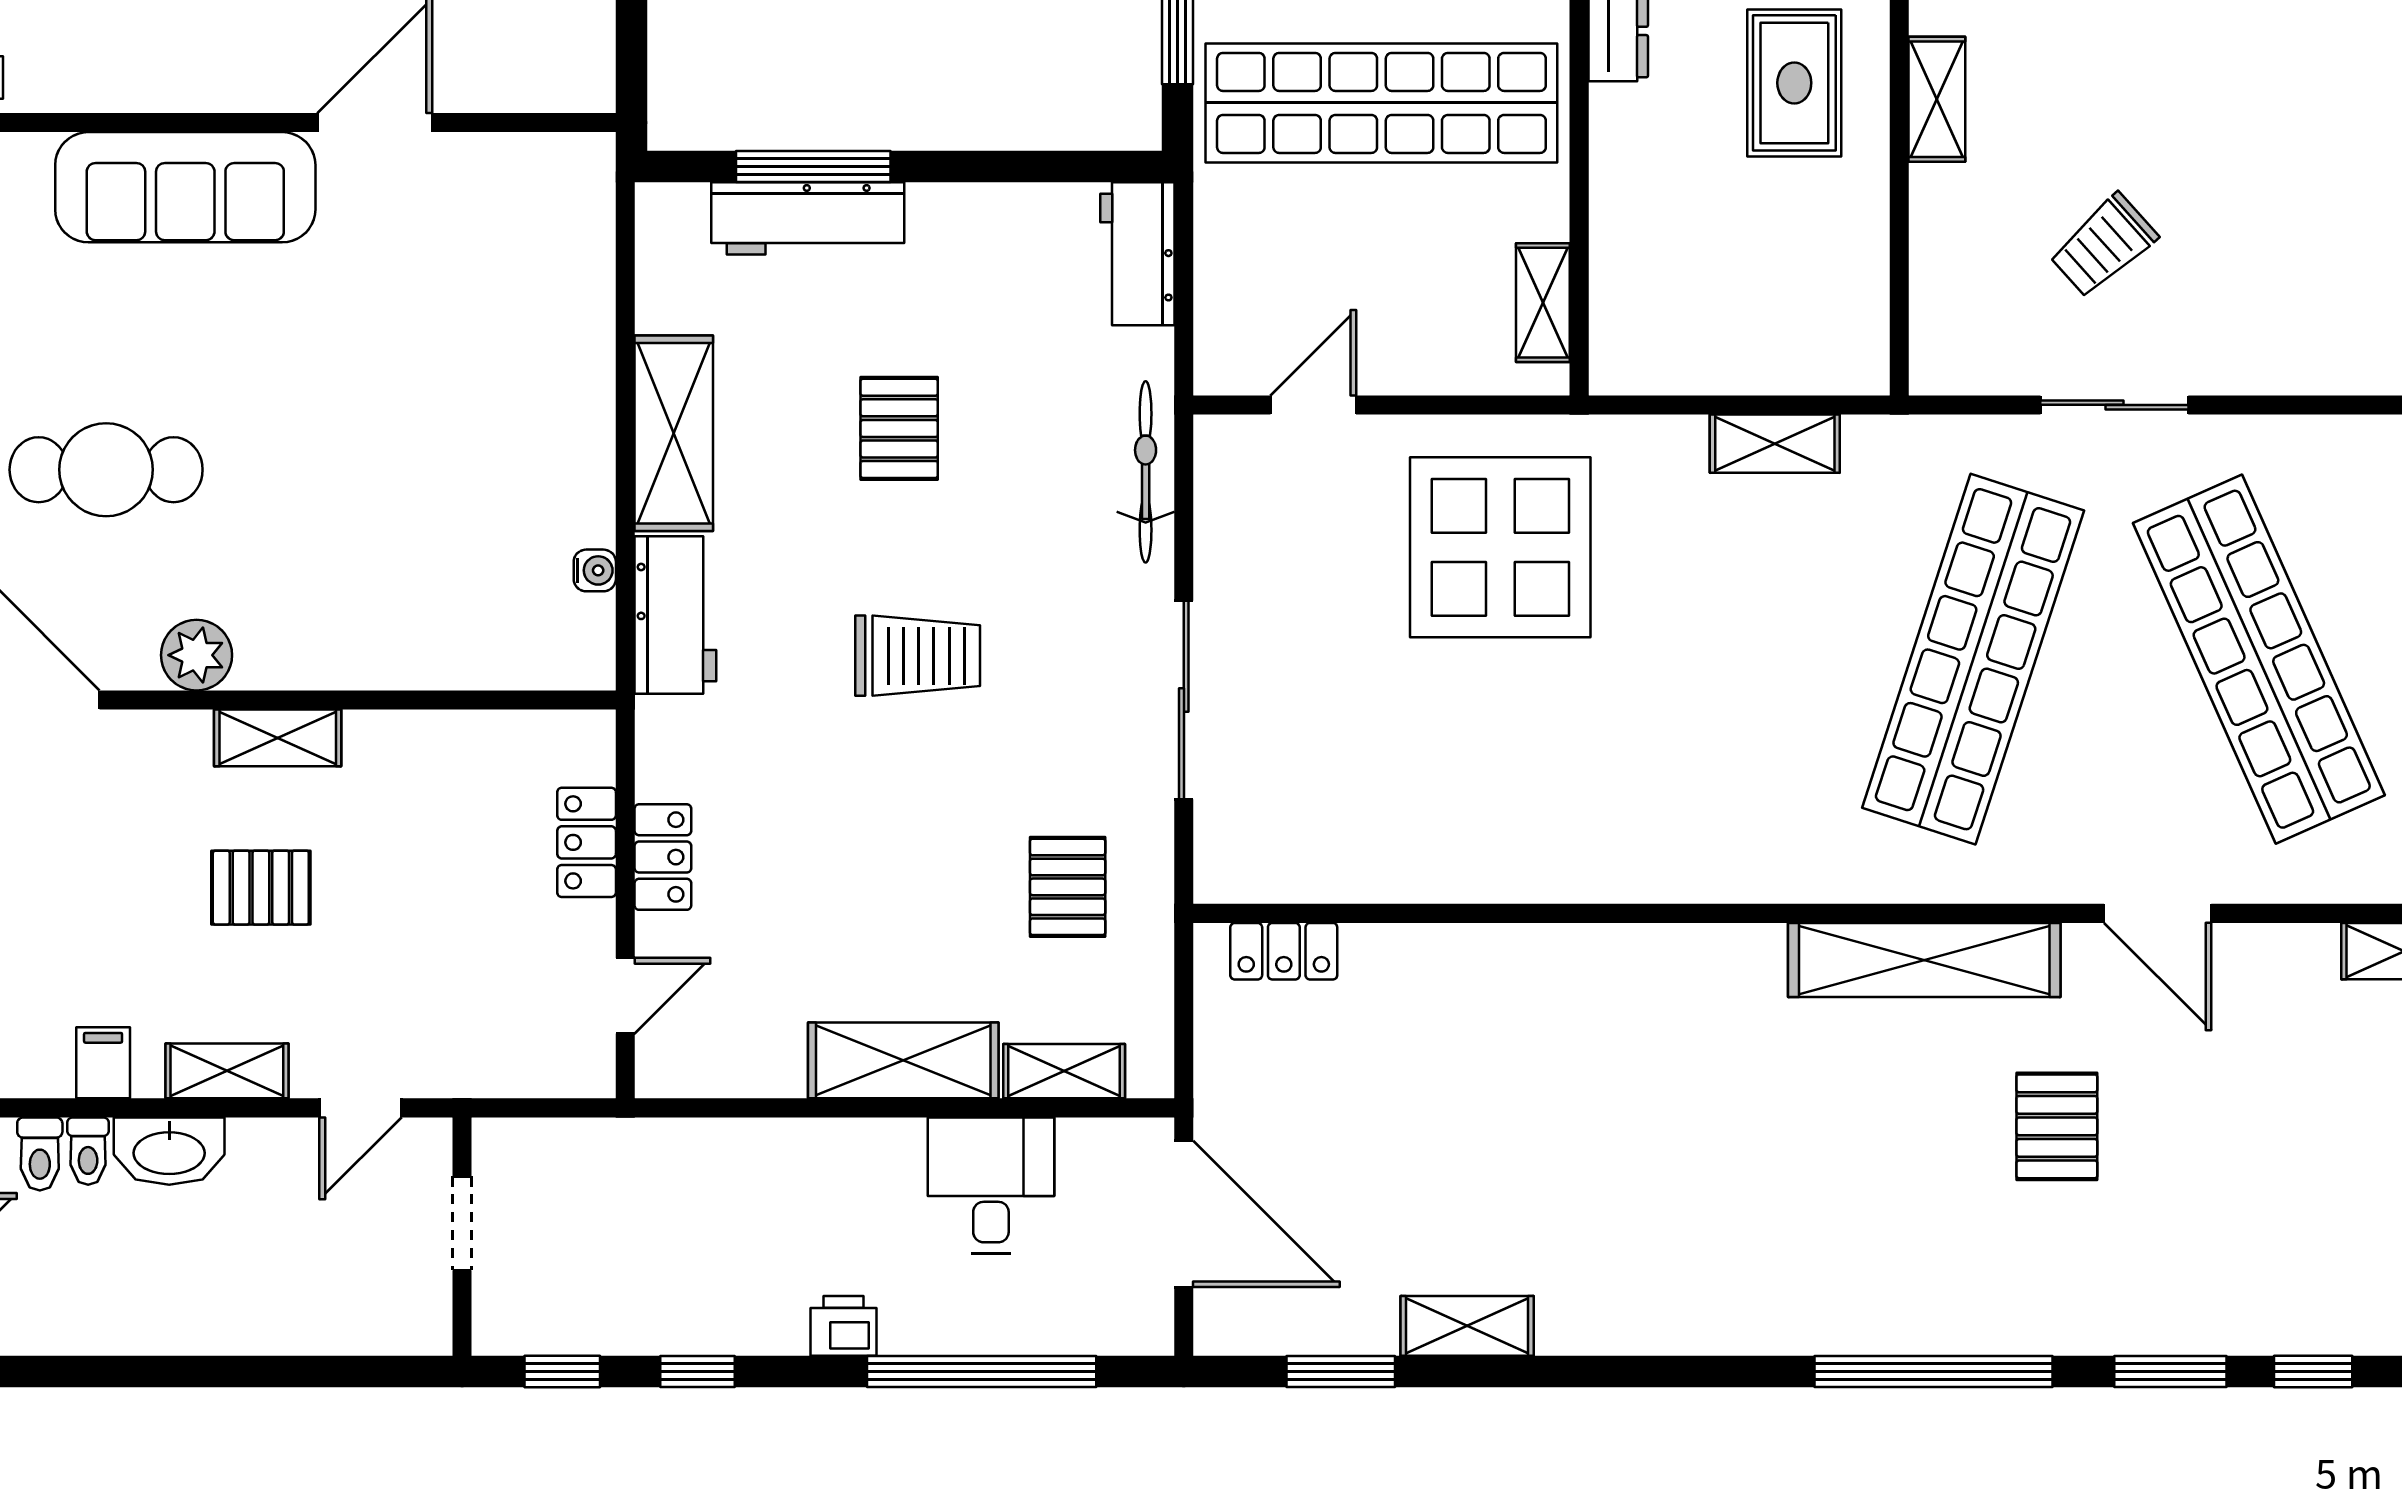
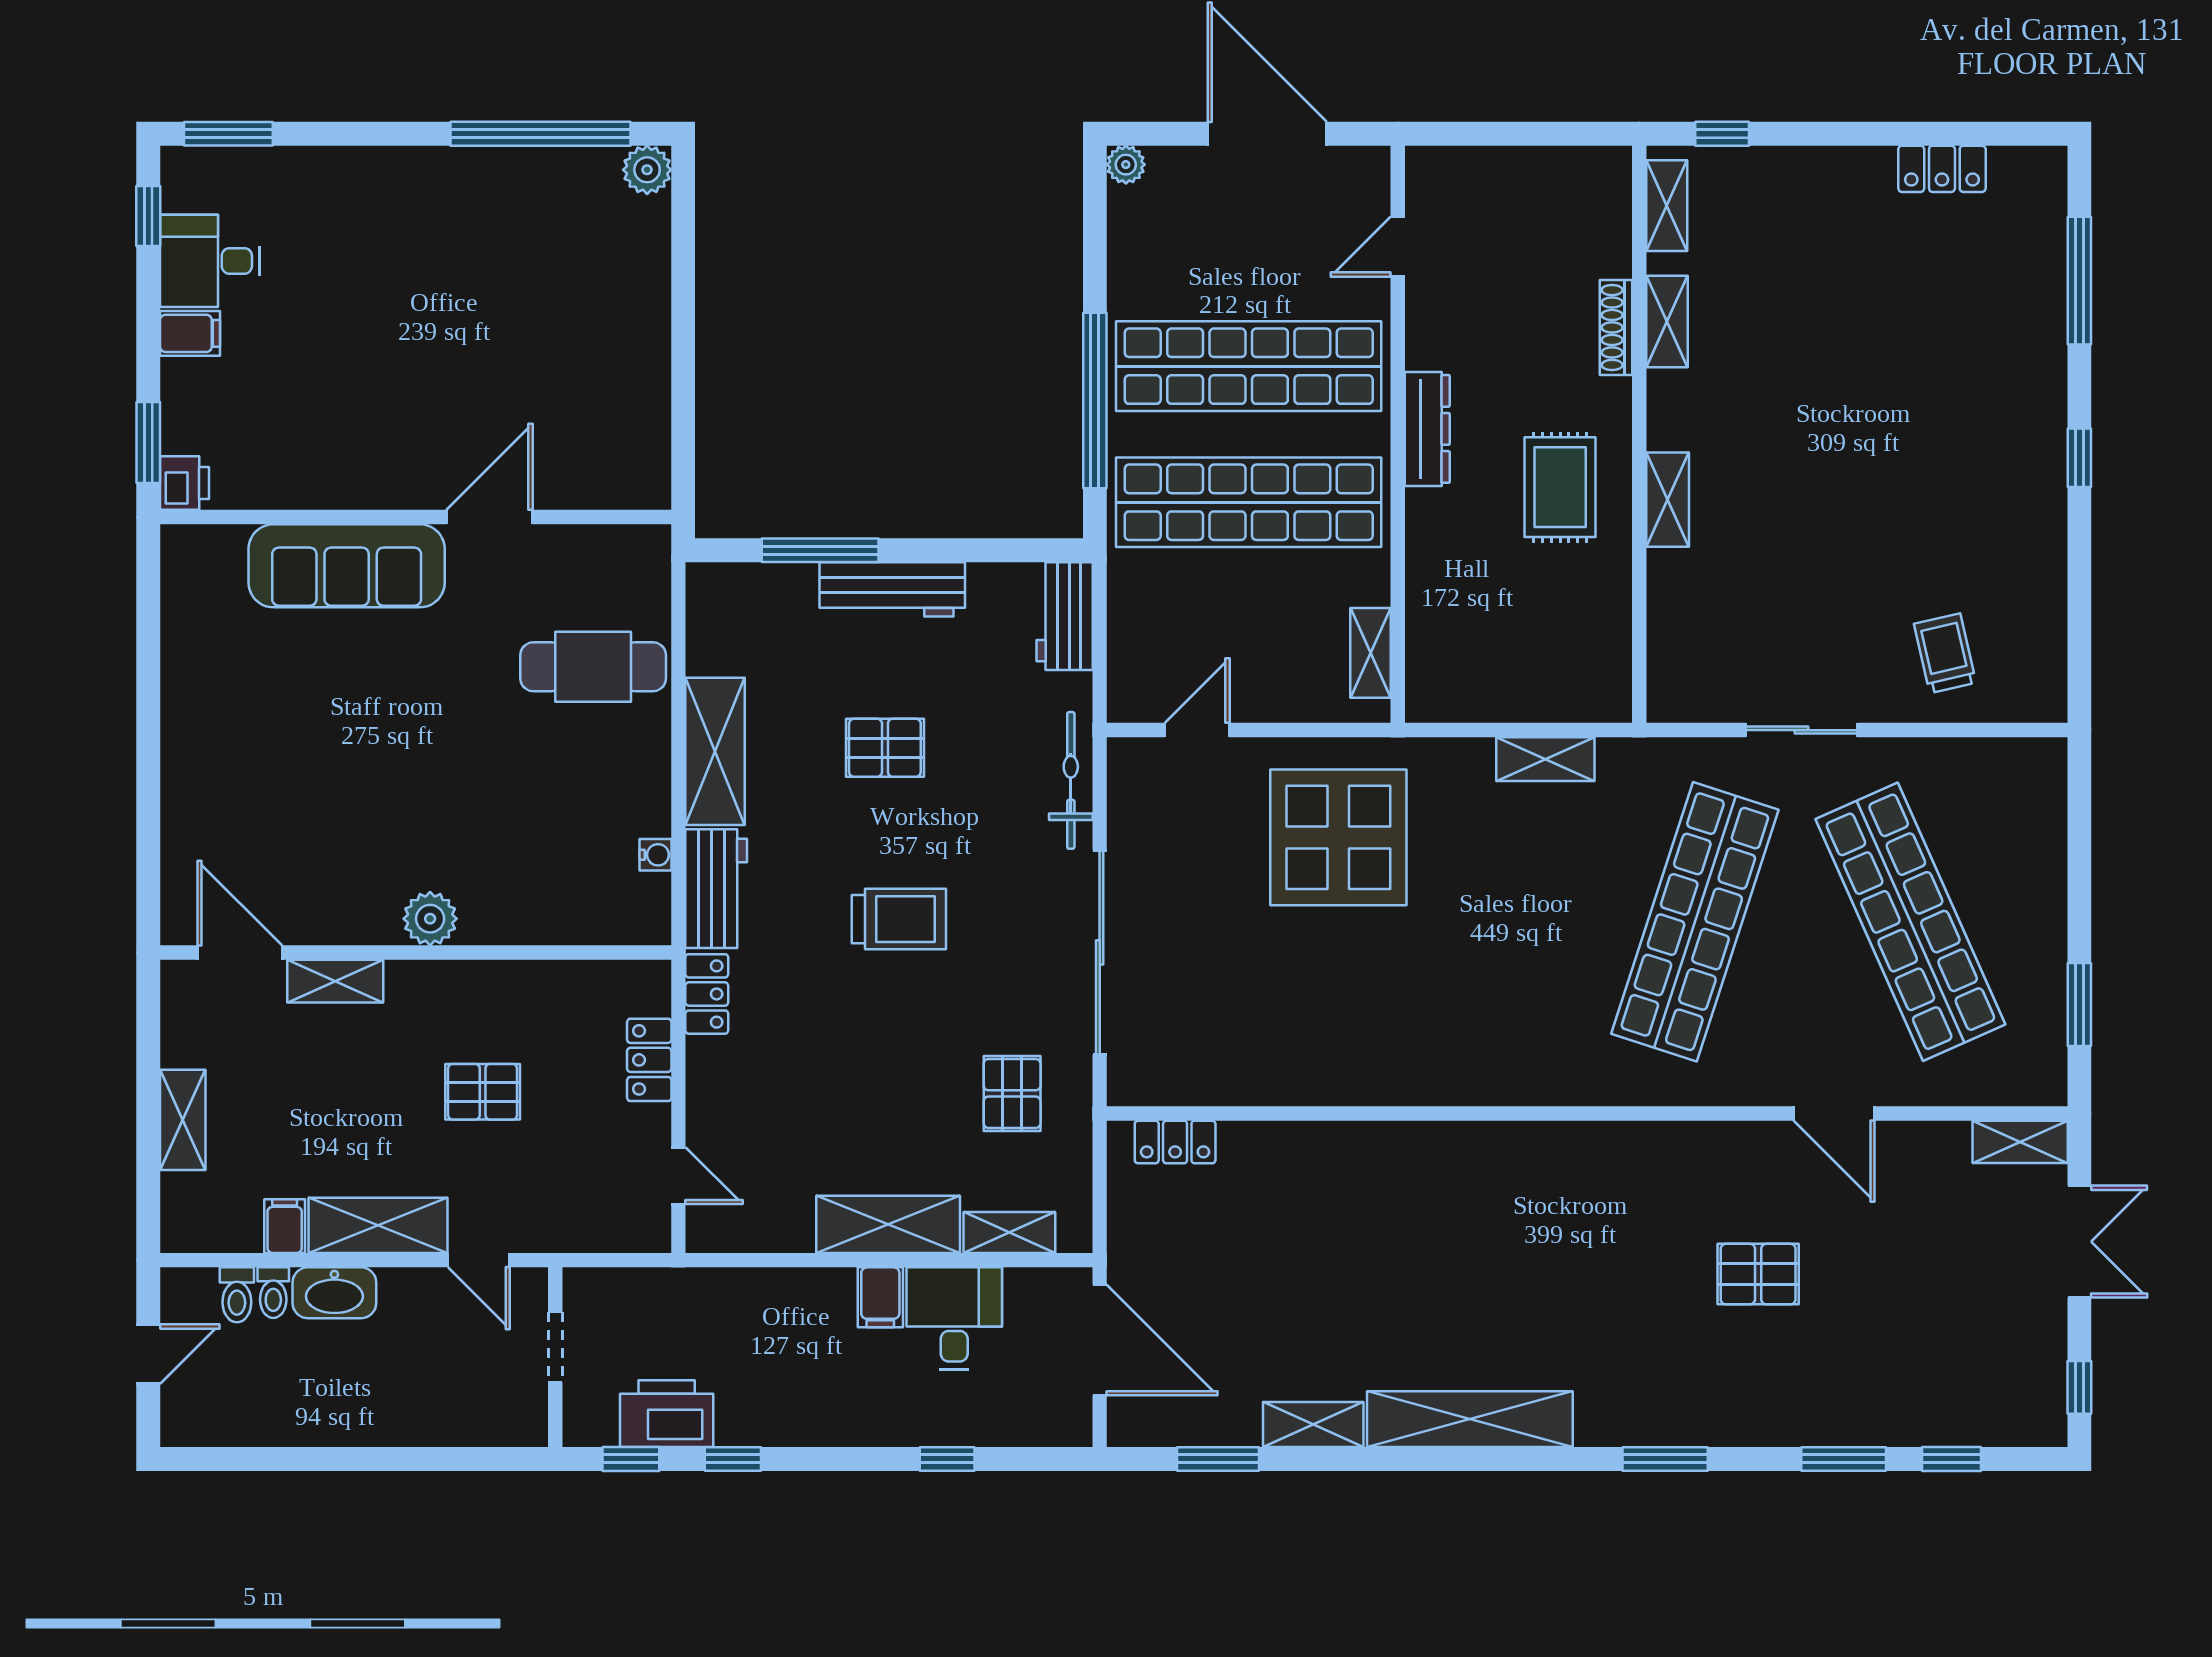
workbench: (808, 218) -> (892, 589), moved
trolley: (2104, 246) -> (1945, 653), moved, turned 119
pallet: (899, 428) -> (885, 748), turned 90
cafe table: (106, 470) -> (593, 667), moved
plant: (197, 655) -> (430, 919), moved
sliding door: (1184, 700) -> (1100, 952), width x1.36
shelving: (278, 738) -> (335, 981), moved
locker: (663, 857) -> (707, 994), moved
pallet: (261, 888) -> (483, 1092), moved
shelving: (1924, 960) -> (1470, 1419), moved
door: (625, 996) -> (678, 1176), hinge flipped
shelving: (227, 1071) -> (378, 1225), width x1.50, depth x1.33
door: (361, 1108) -> (479, 1260), hinge flipped
pallet: (2057, 1126) -> (1758, 1274), turned 90
filing cabinet: (893, 1157) -> (880, 1297), added
printer: (844, 1326) -> (667, 1414), moved, width x1.87, depth x1.48
window: (982, 1371) -> (947, 1459), width x0.32
window: (1934, 1371) -> (1665, 1459), width x0.47

